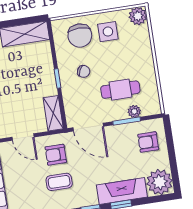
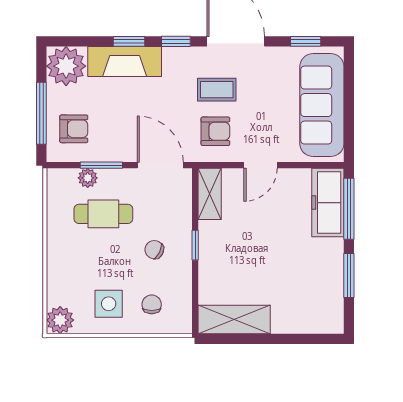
chair: (80, 36) -> (152, 304), width x0.54, depth x0.54
door: (23, 137) -> (260, 165), swing flipped
window: (171, 149) -> (41, 113), added

